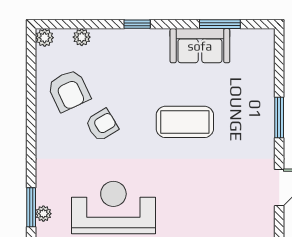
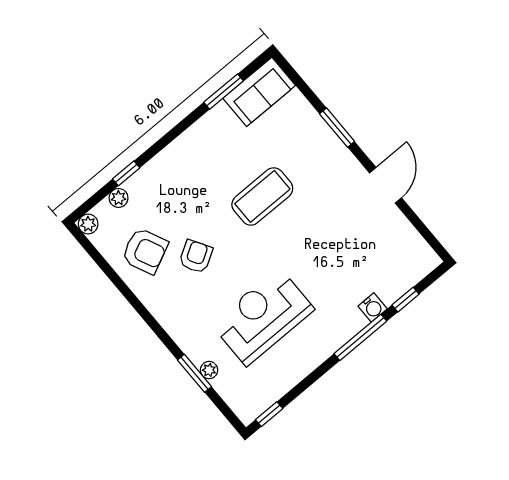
window: (137, 24) -> (126, 173), moved
sofa: (200, 46) -> (259, 92), moved

